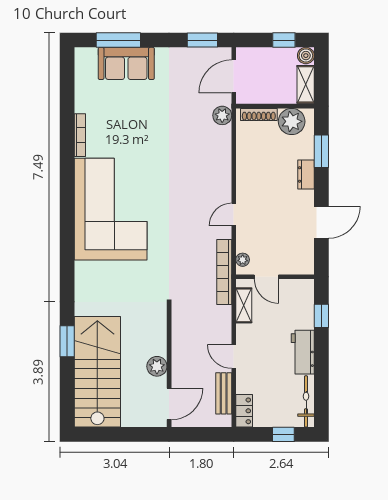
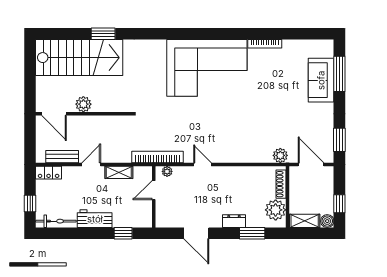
shelving: (244, 305) -> (119, 172), moved

